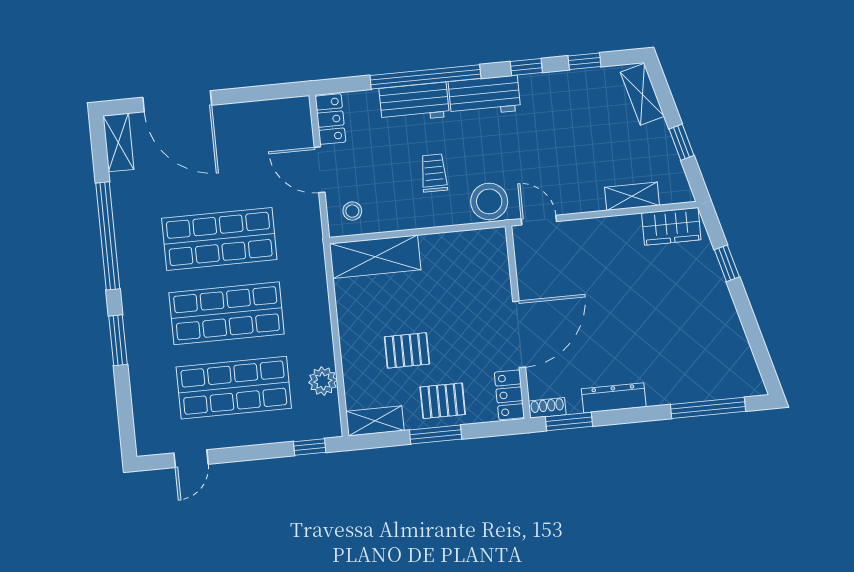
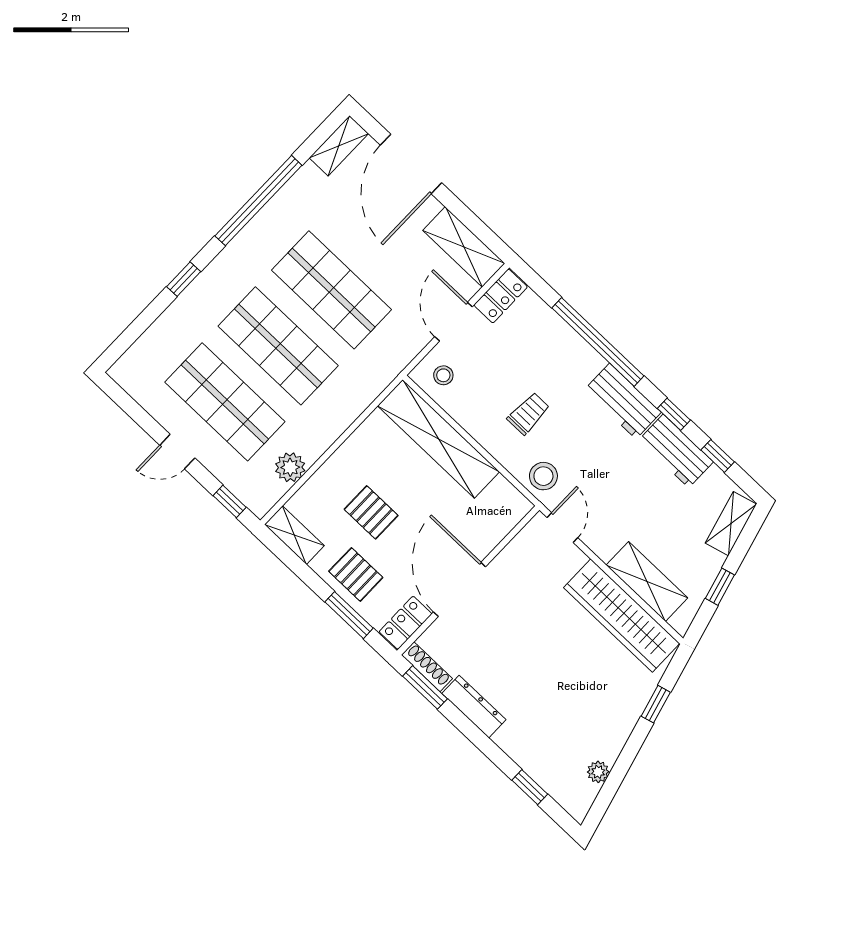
workbench: (414, 102) -> (676, 451), moved
shelving: (271, 115) -> (464, 247), added
shelving: (632, 196) -> (647, 581), width x1.50, depth x1.33
stool: (489, 201) -> (543, 476), width x0.73, depth x0.73
wardrobe: (671, 226) -> (622, 616), width x2.10, depth x1.17
shelving: (375, 257) -> (438, 439), width x1.47
door: (519, 334) -> (460, 589), swing flipped
window: (118, 340) -> (184, 279), width x0.67
plant: (740, 348) -> (598, 772), added
shoe rack: (547, 408) -> (427, 667), width x1.43
window: (708, 408) -> (530, 787), width x0.46
window: (436, 435) -> (349, 615), moved
door: (191, 459) -> (177, 452), moved

